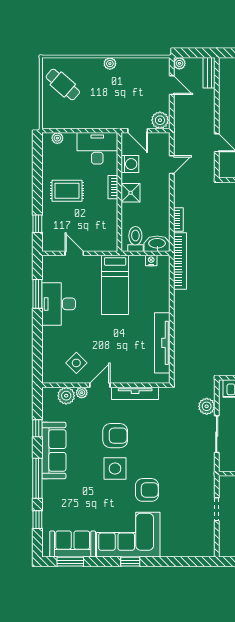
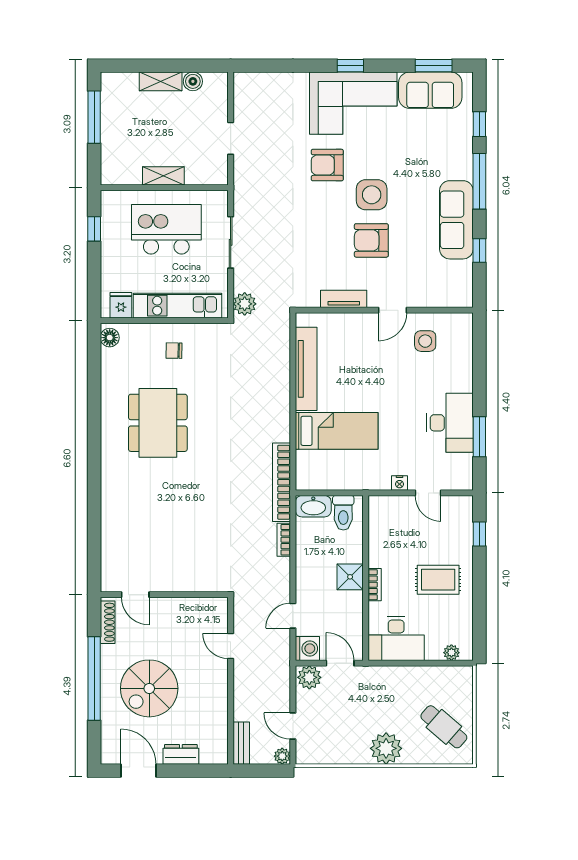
plant: (110, 64) -> (386, 748), width x1.88, depth x1.88
washing machine: (130, 164) -> (307, 649), moved, turned 180
nightstand: (151, 261) -> (399, 483), moved
bed: (115, 285) -> (337, 431), moved, turned 90
side table: (76, 363) -> (425, 341), turned 45
plant: (82, 393) -> (418, 300), removed
tv unit: (135, 393) -> (344, 299), width x0.71
plant: (66, 396) -> (439, 296), removed
plant: (207, 406) -> (245, 304), moved

